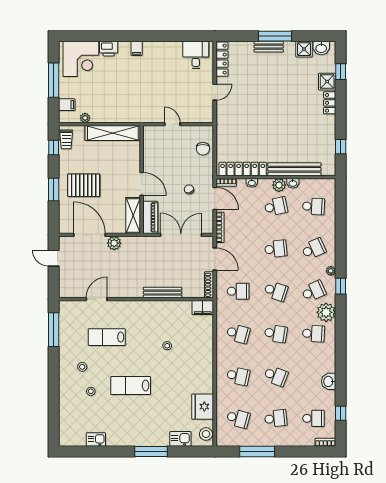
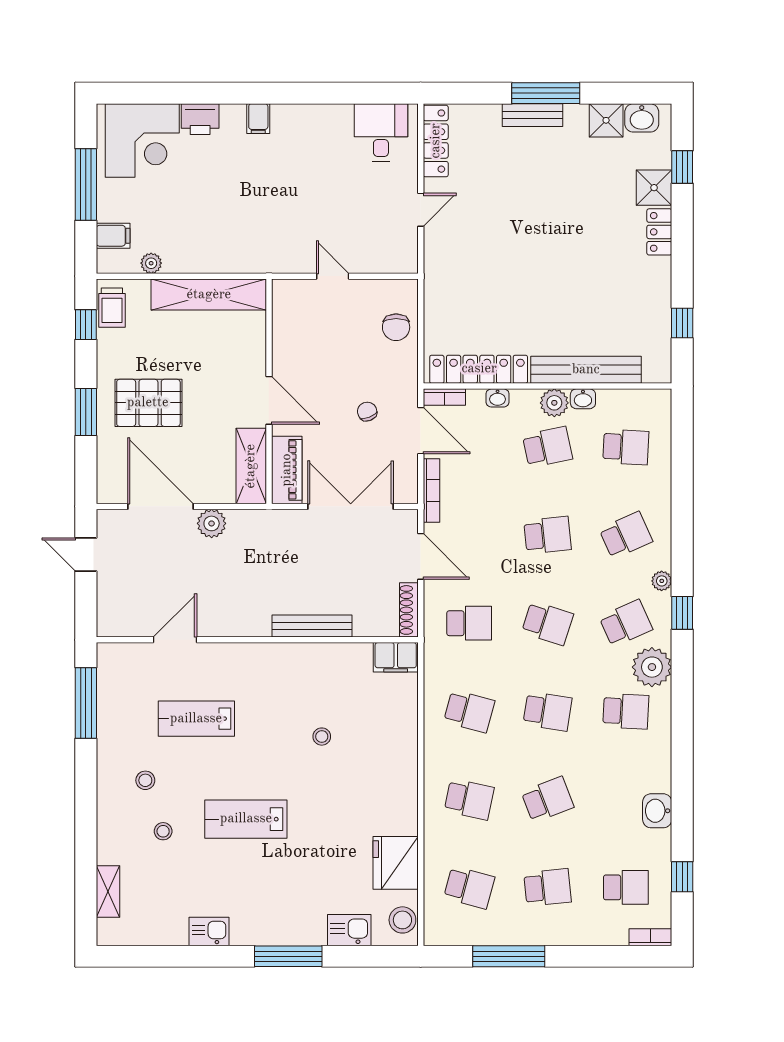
school desk: (276, 376) -> (548, 799), turned -42
shelving: (64, 420) -> (108, 891), added
kitchen sink: (96, 440) -> (209, 931), moved

